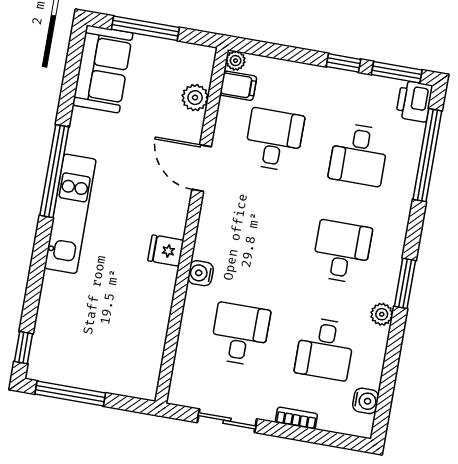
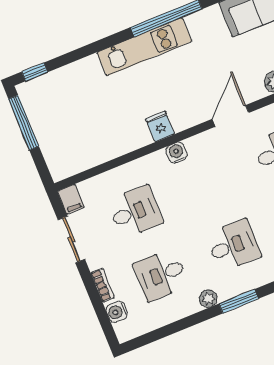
water cooler: (201, 273) -> (177, 153), moved
filing cabinet: (184, 394) -> (71, 199), added
water cooler: (366, 401) -> (117, 312), moved, turned 90

